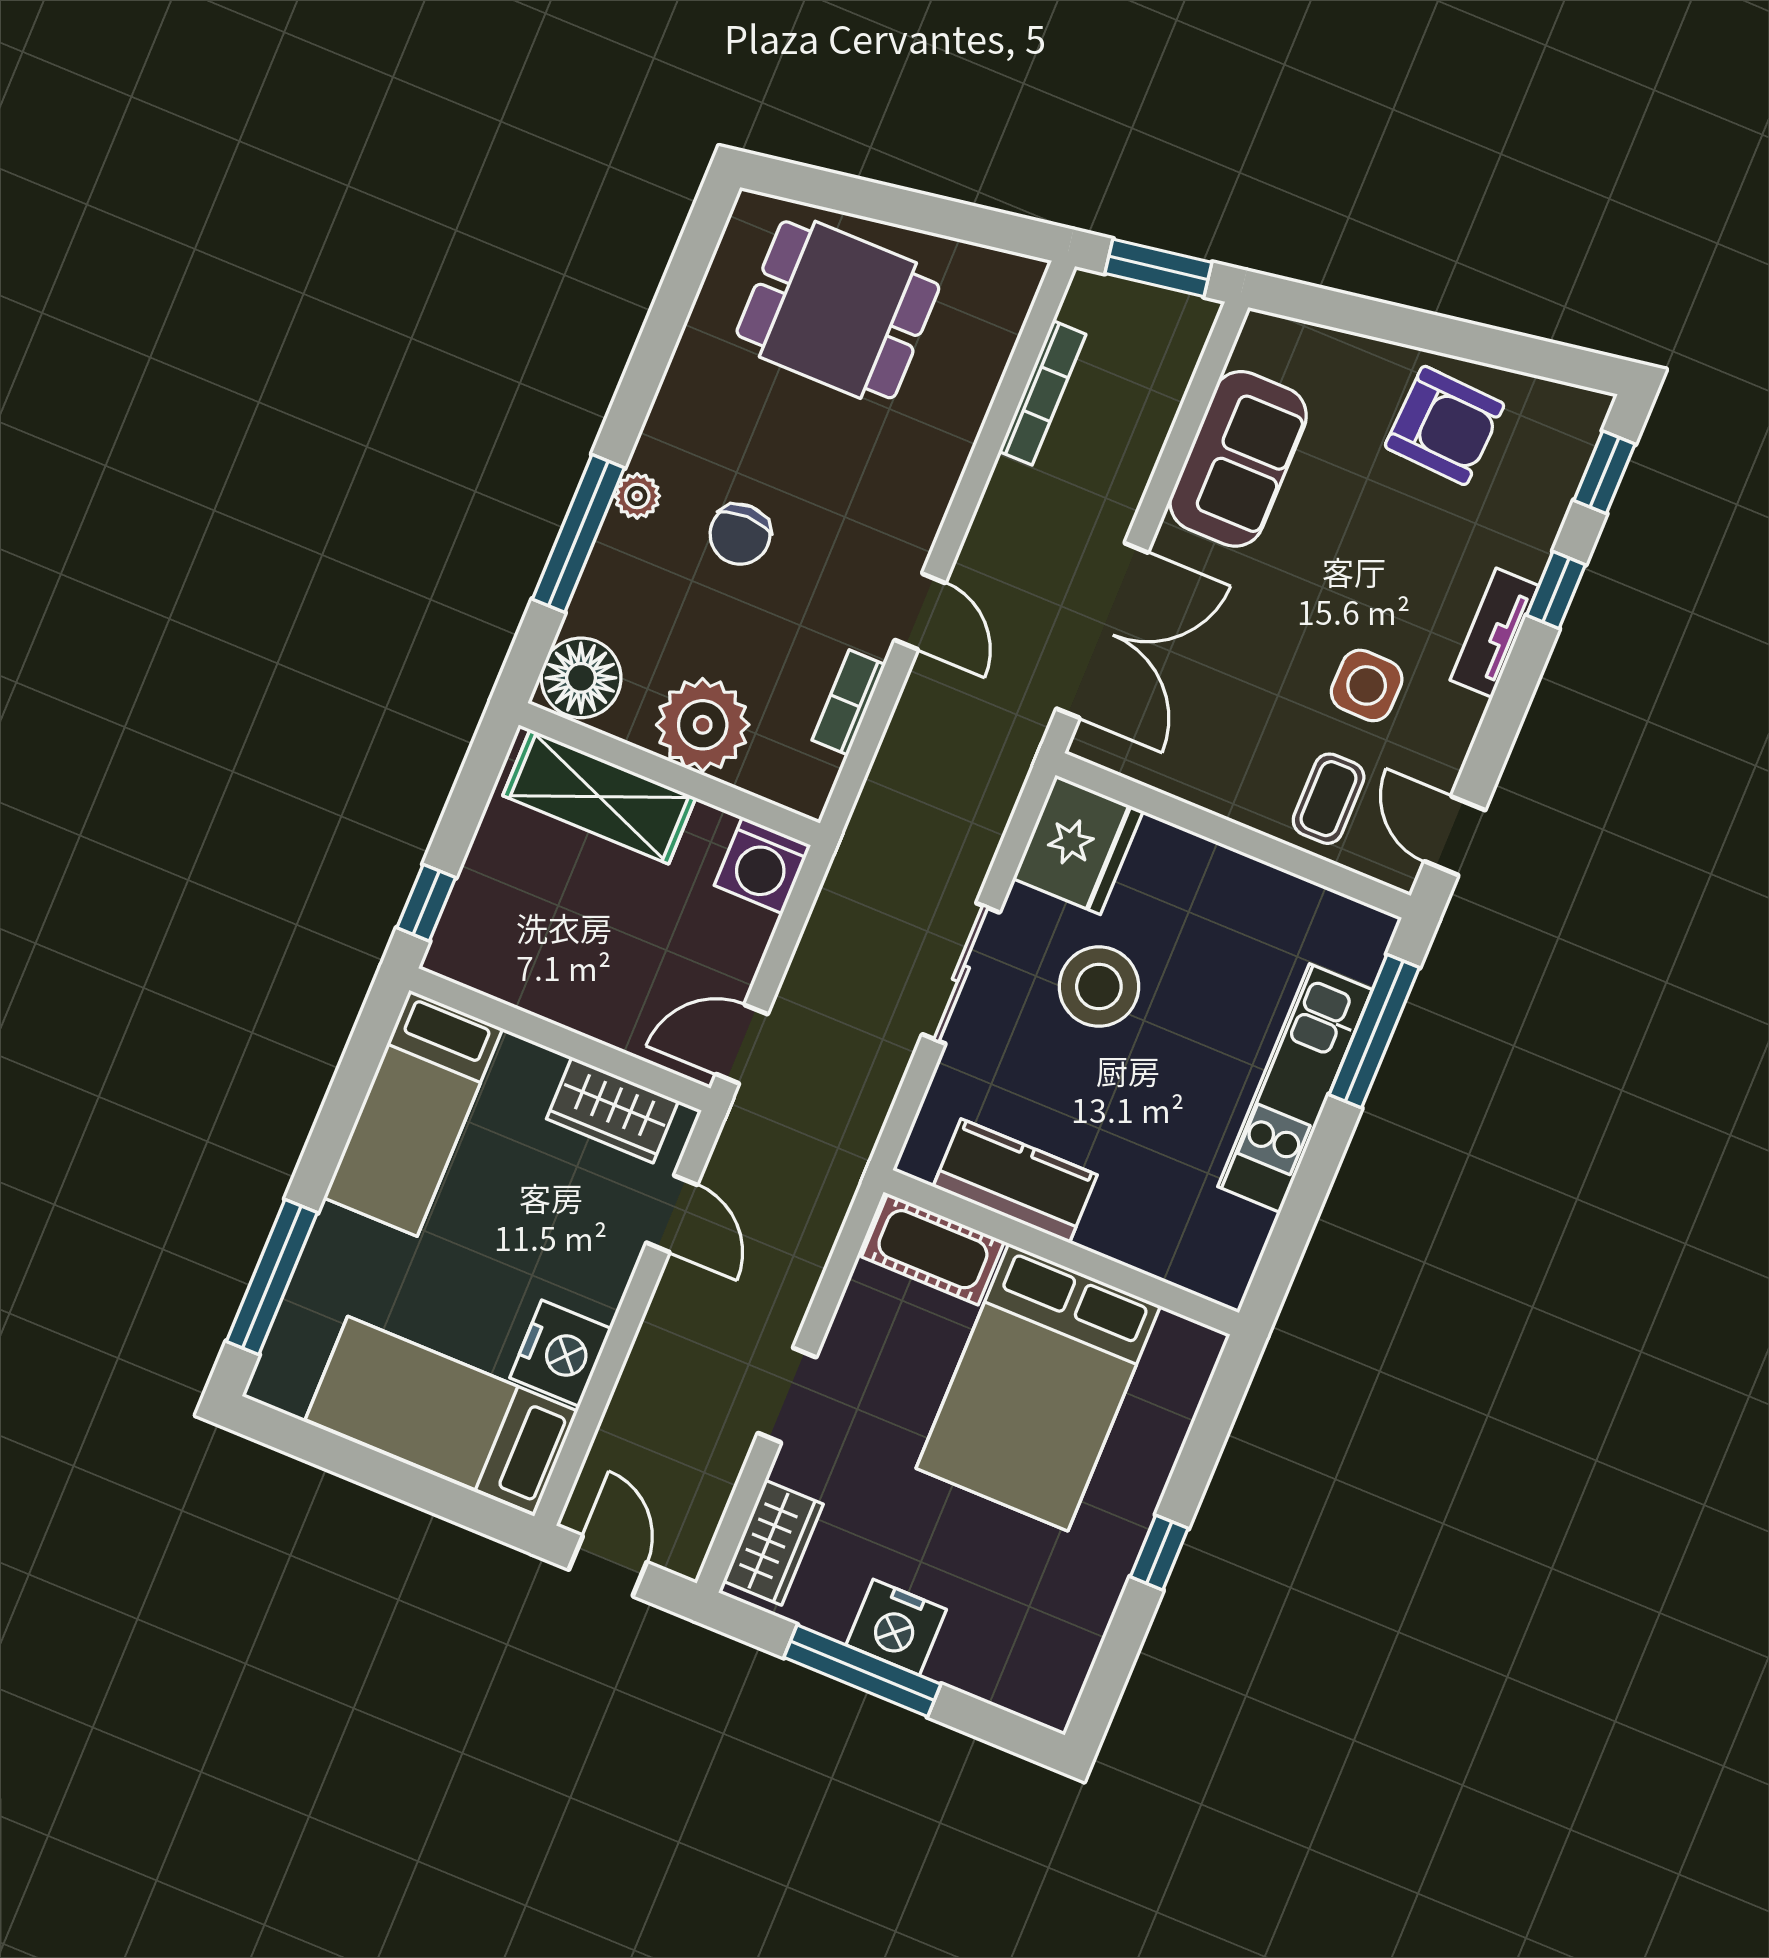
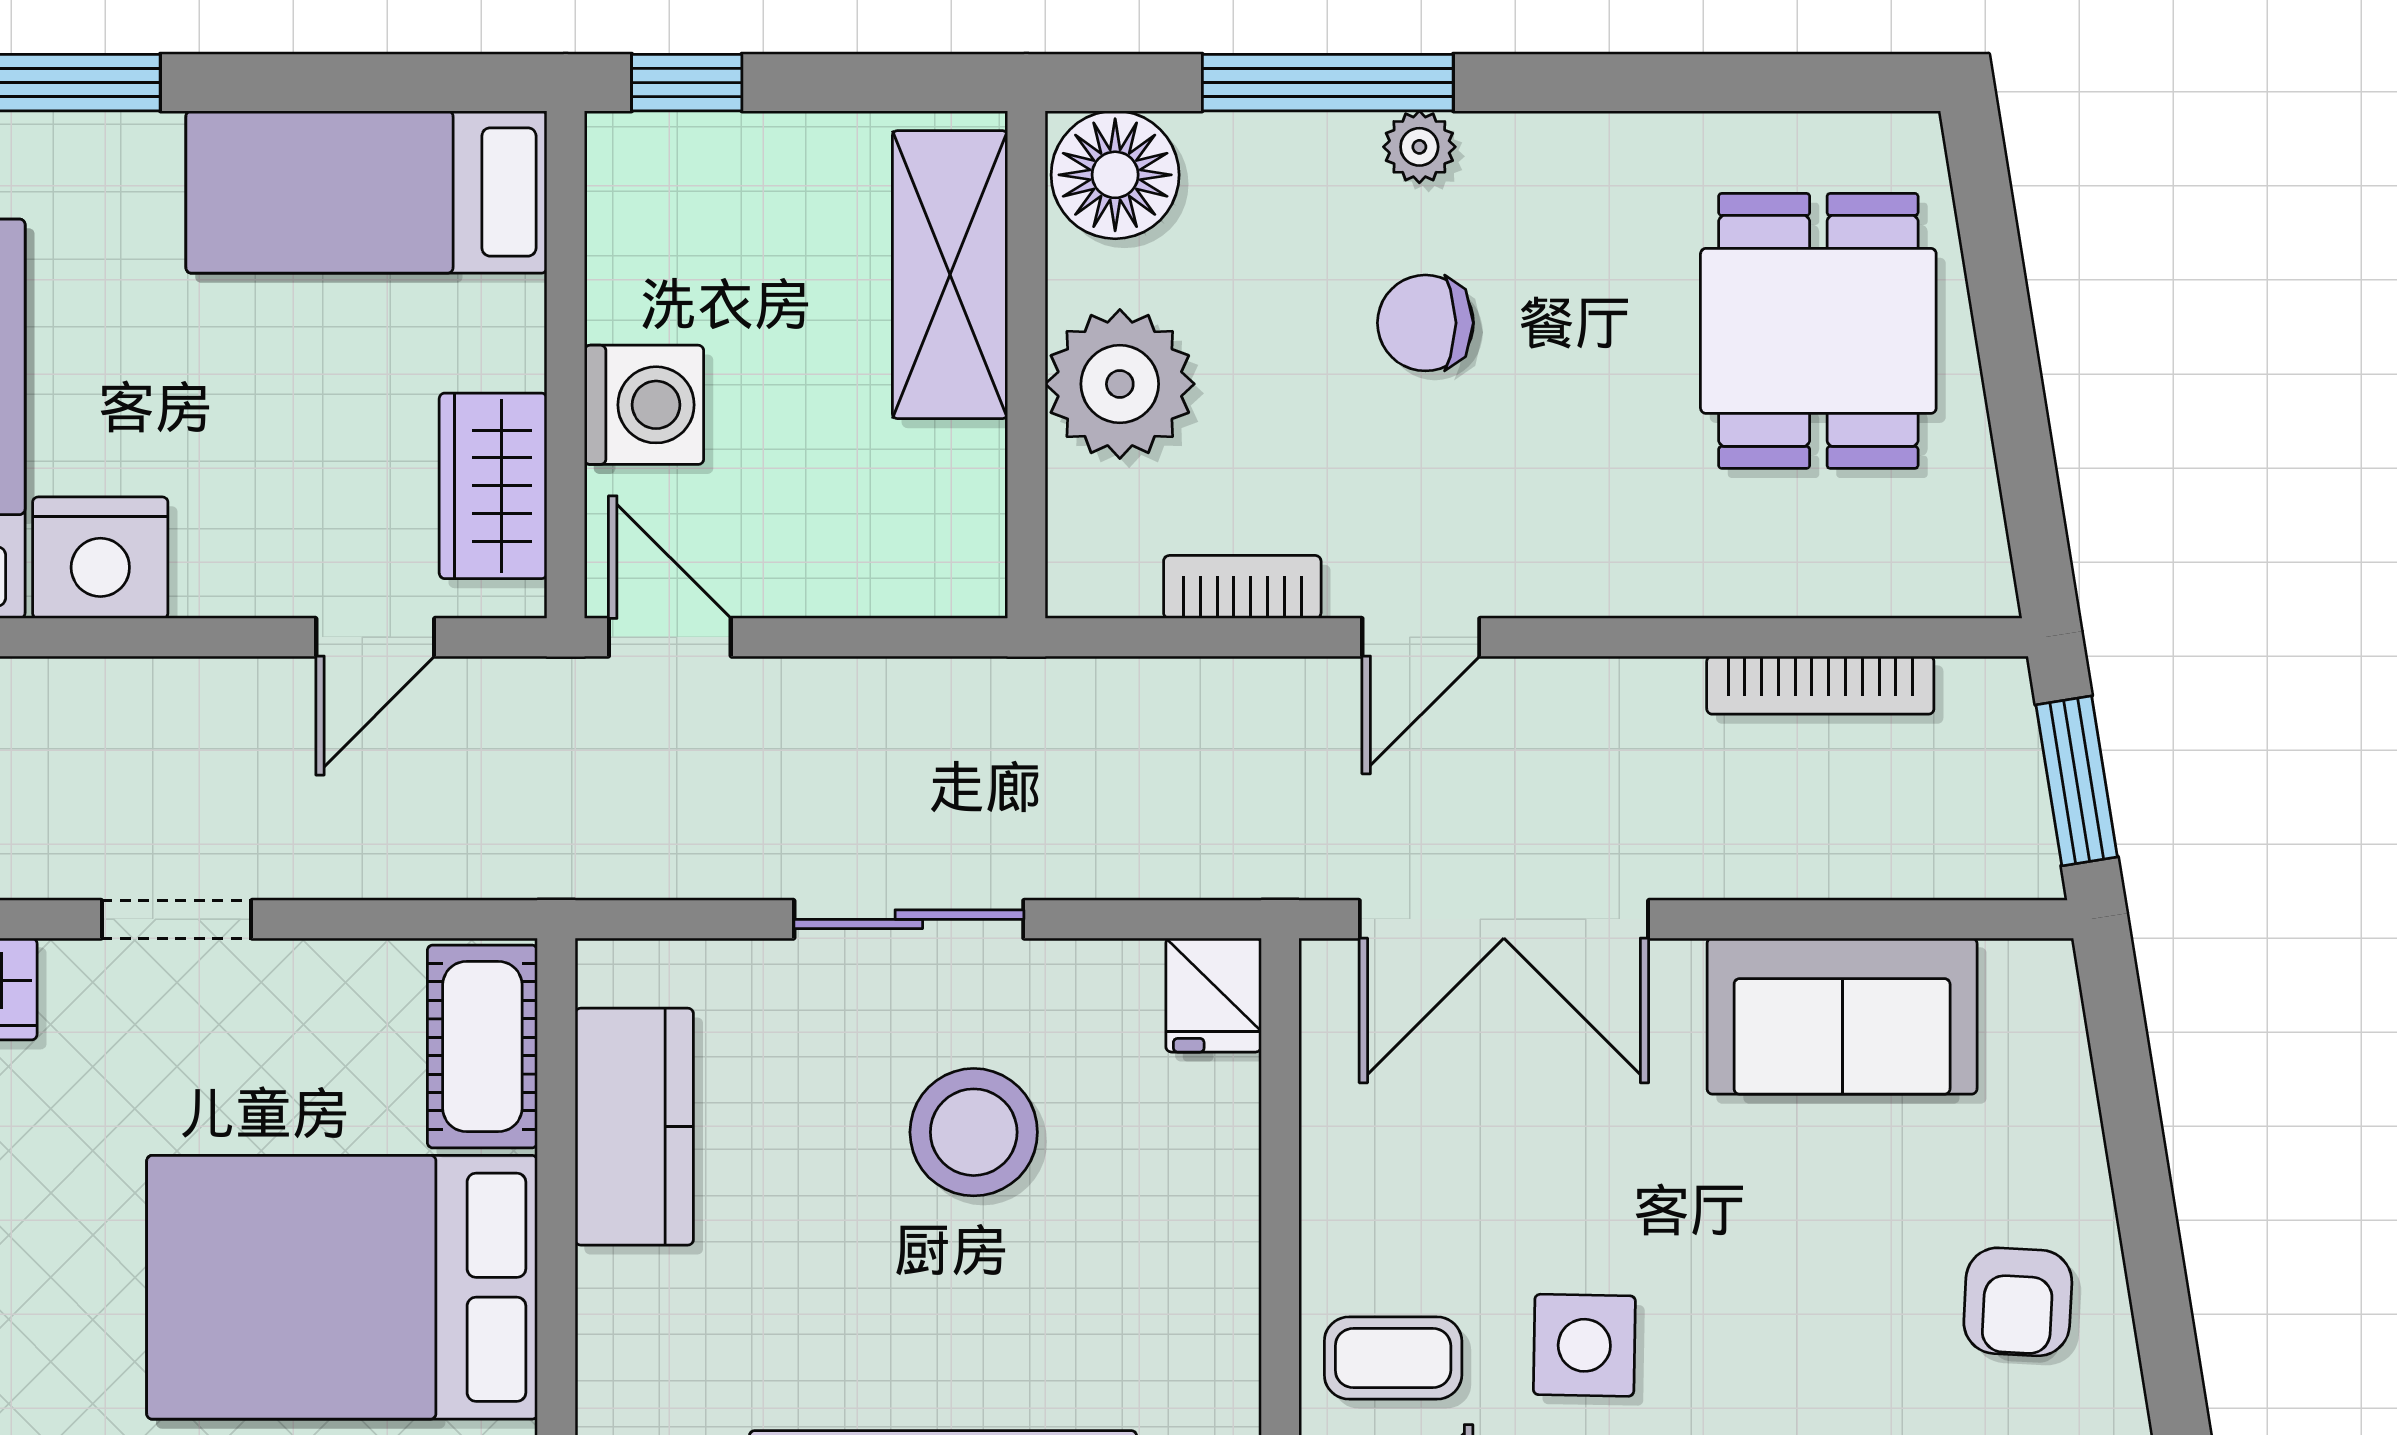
armchair: (1445, 425) -> (2018, 1302), width x0.72, depth x0.72
fridge: (1078, 845) -> (1214, 995), width x0.53, depth x0.75
washing machine: (763, 865) -> (644, 405), moved, turned 180

